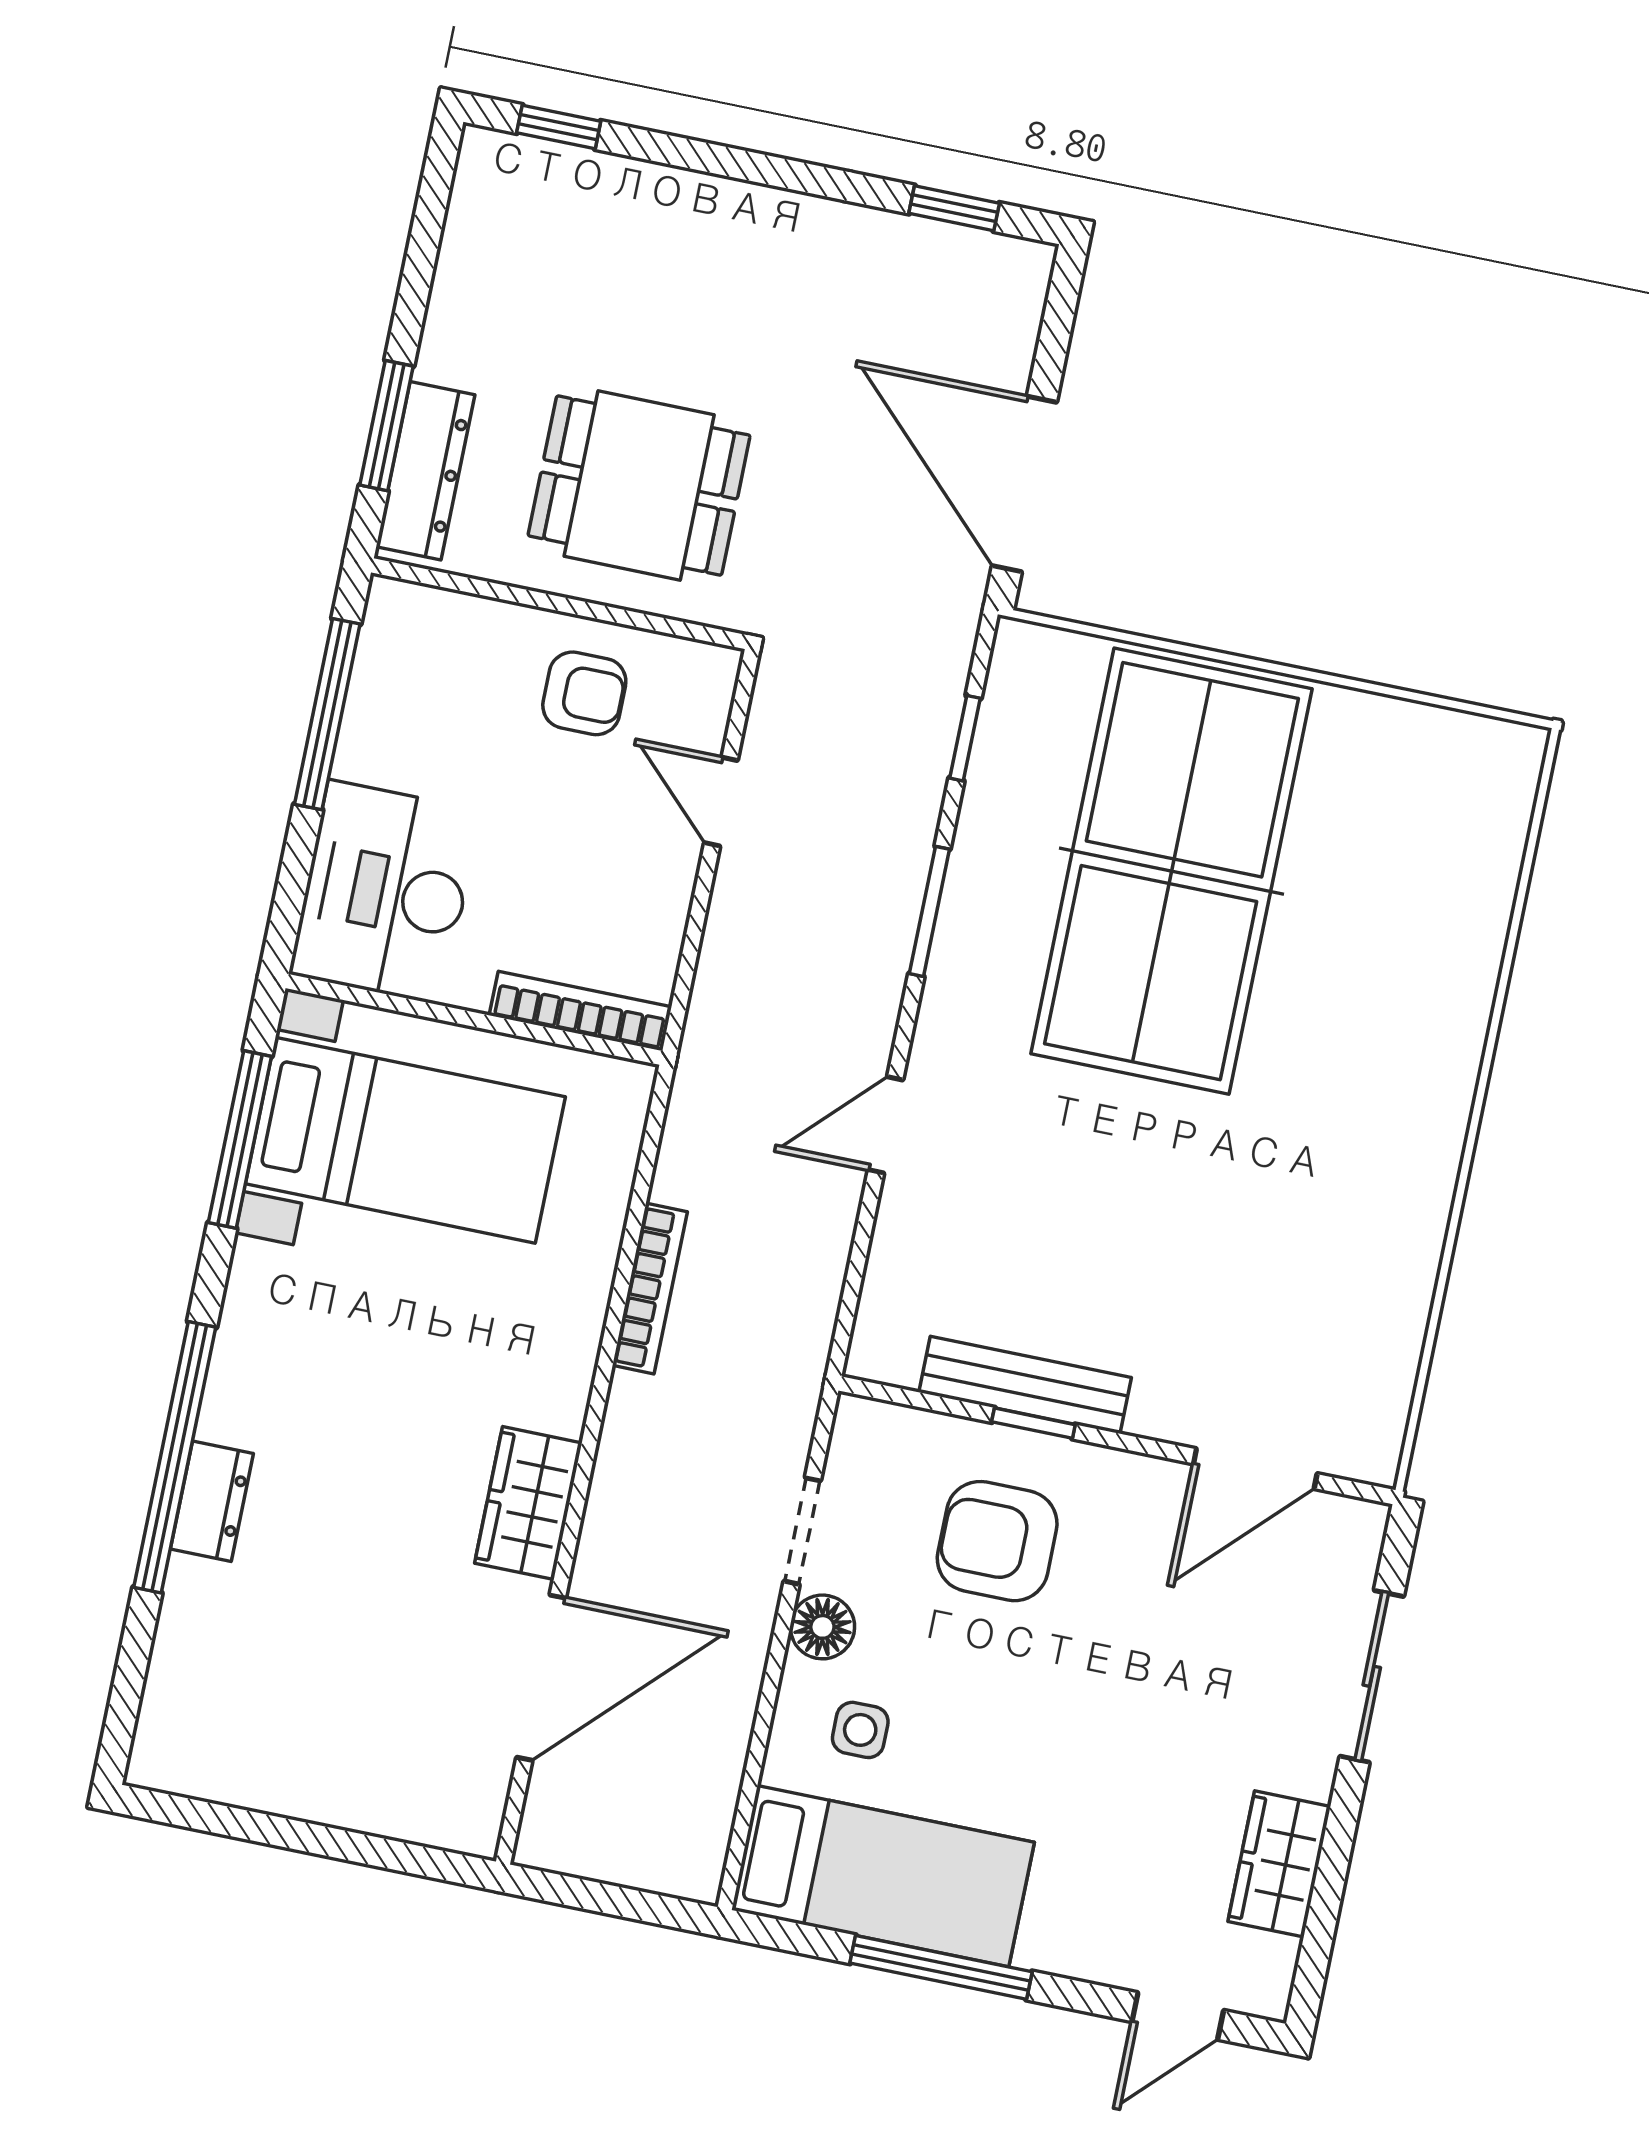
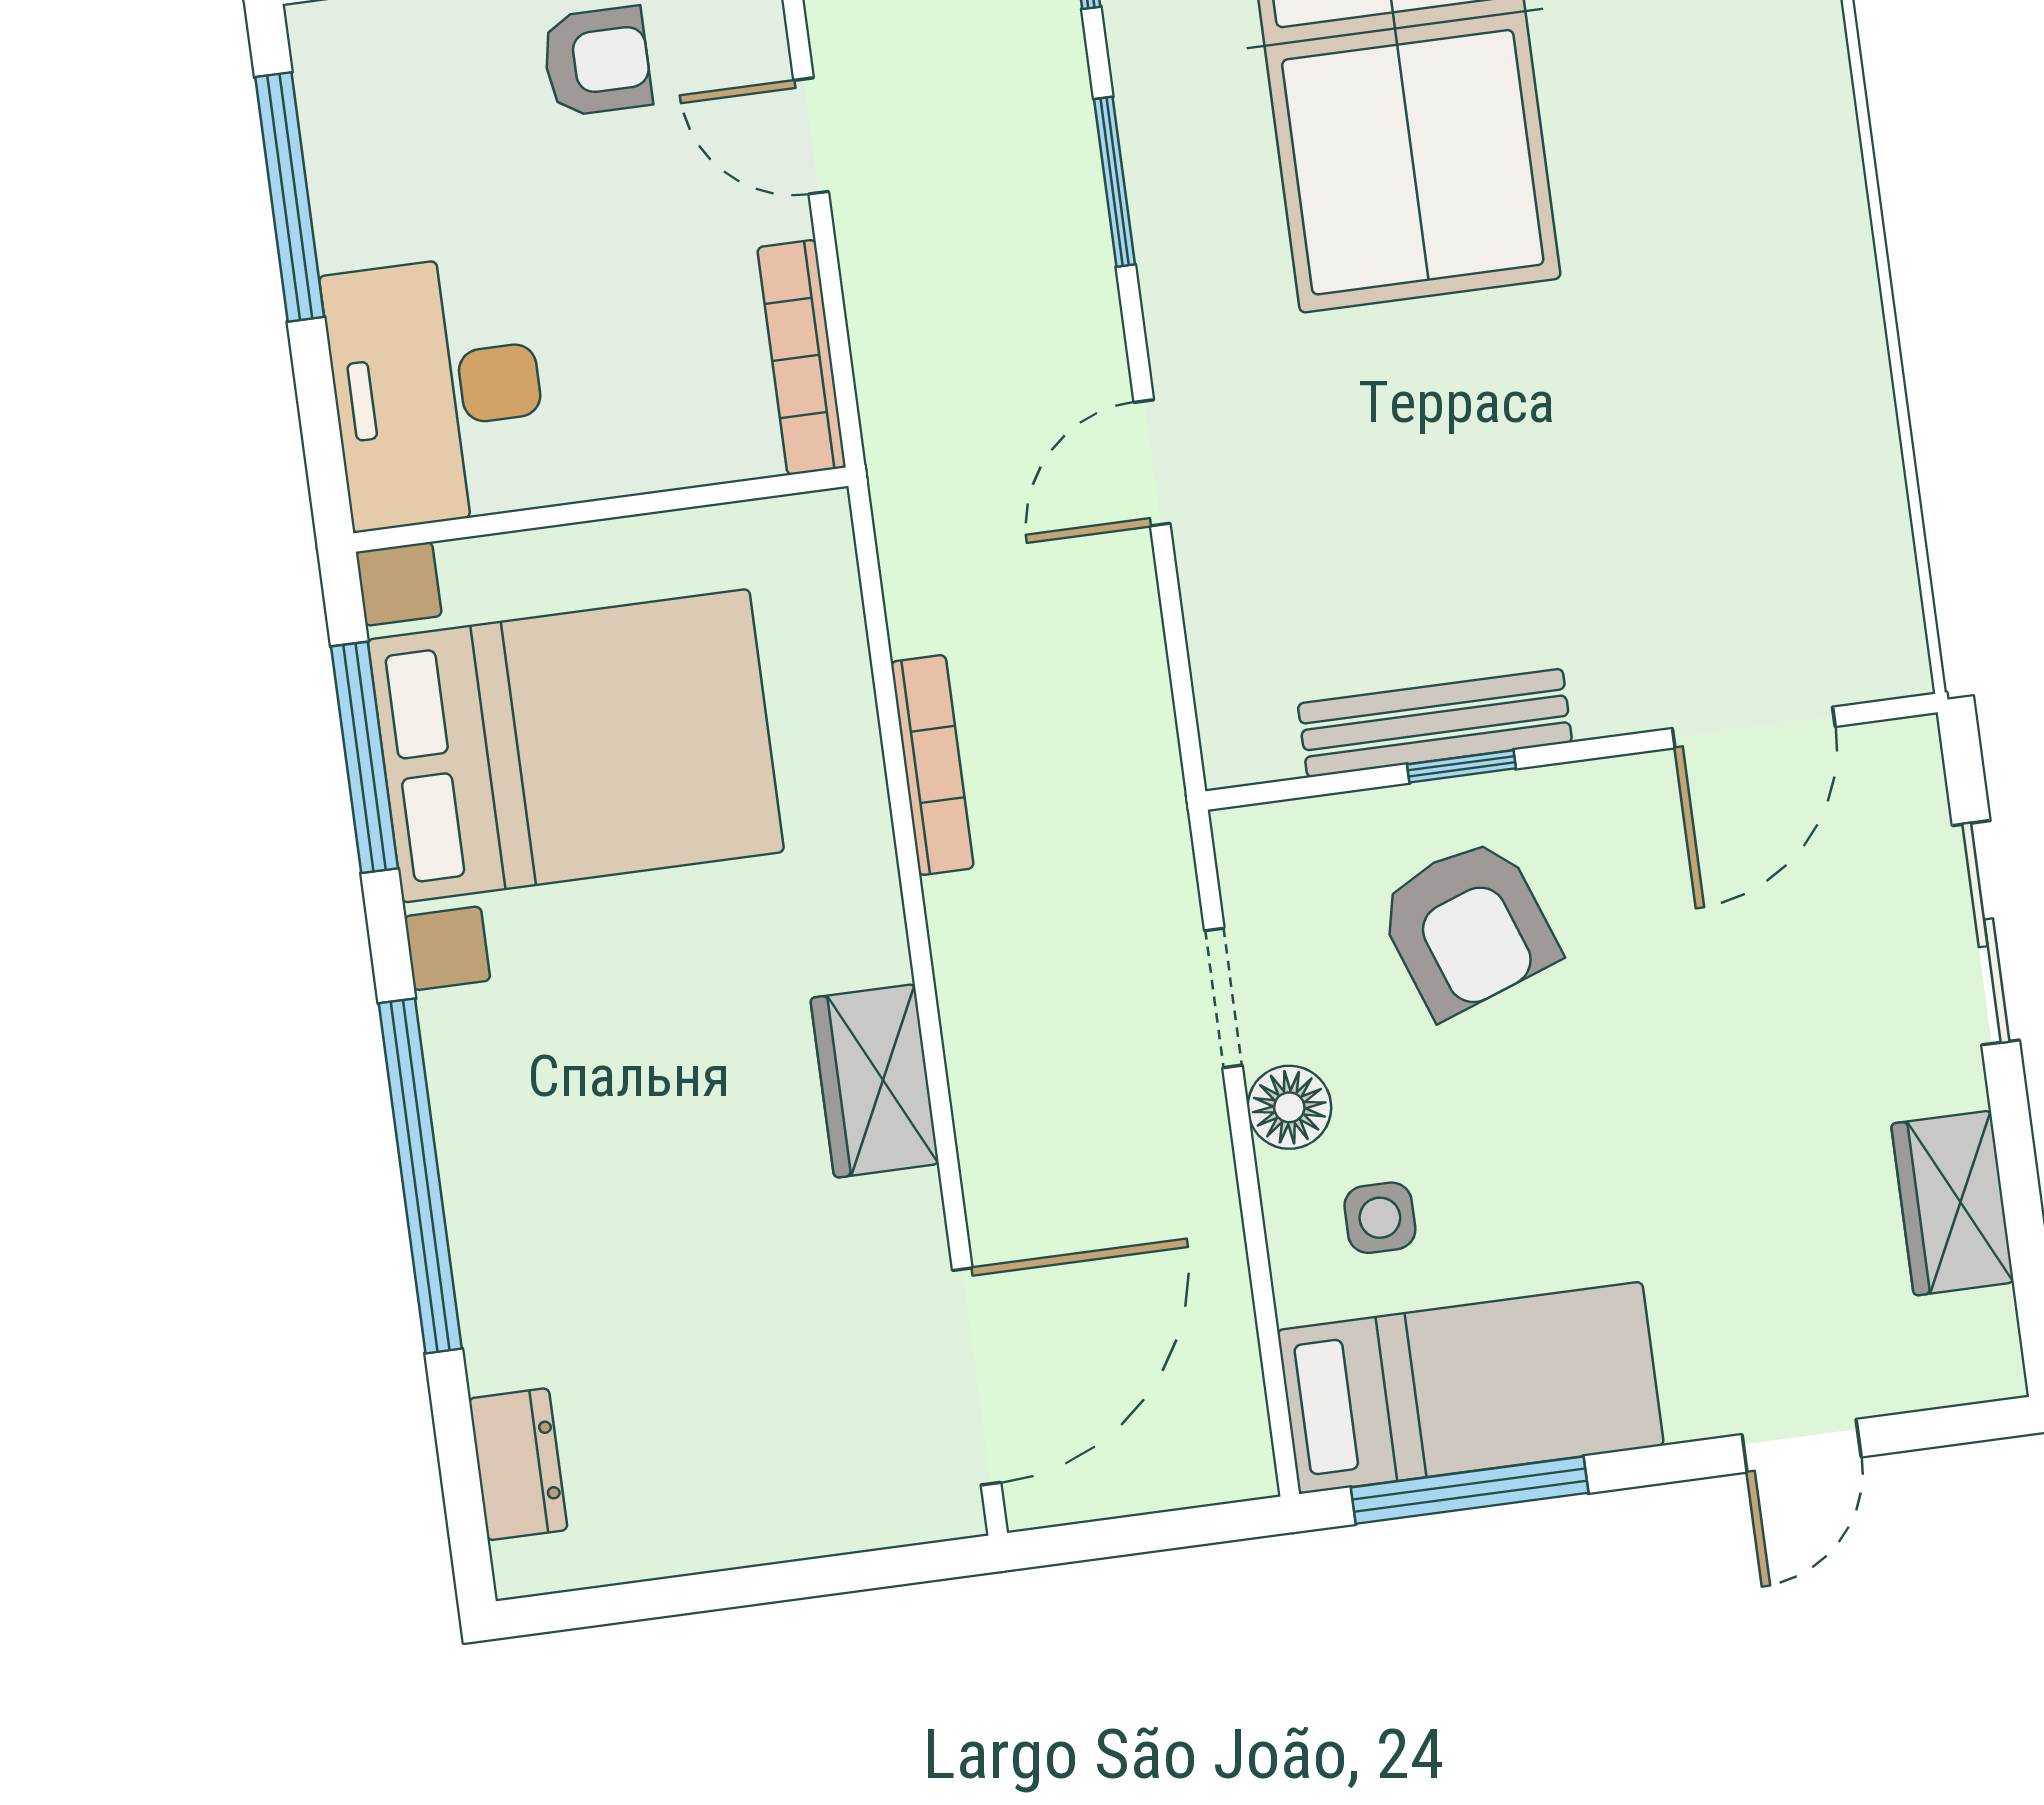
bookcase: (580, 1011) -> (802, 357), moved, turned -90
bed with nightstands: (405, 1140) -> (576, 746), width x1.36
dresser: (212, 1501) -> (518, 1464), moved
armchair: (997, 1541) -> (1467, 927), turned -110
door: (541, 1678) -> (977, 1376), moved
window: (941, 1967) -> (1470, 1490), moved
door: (1178, 2016) -> (1802, 1446), moved

